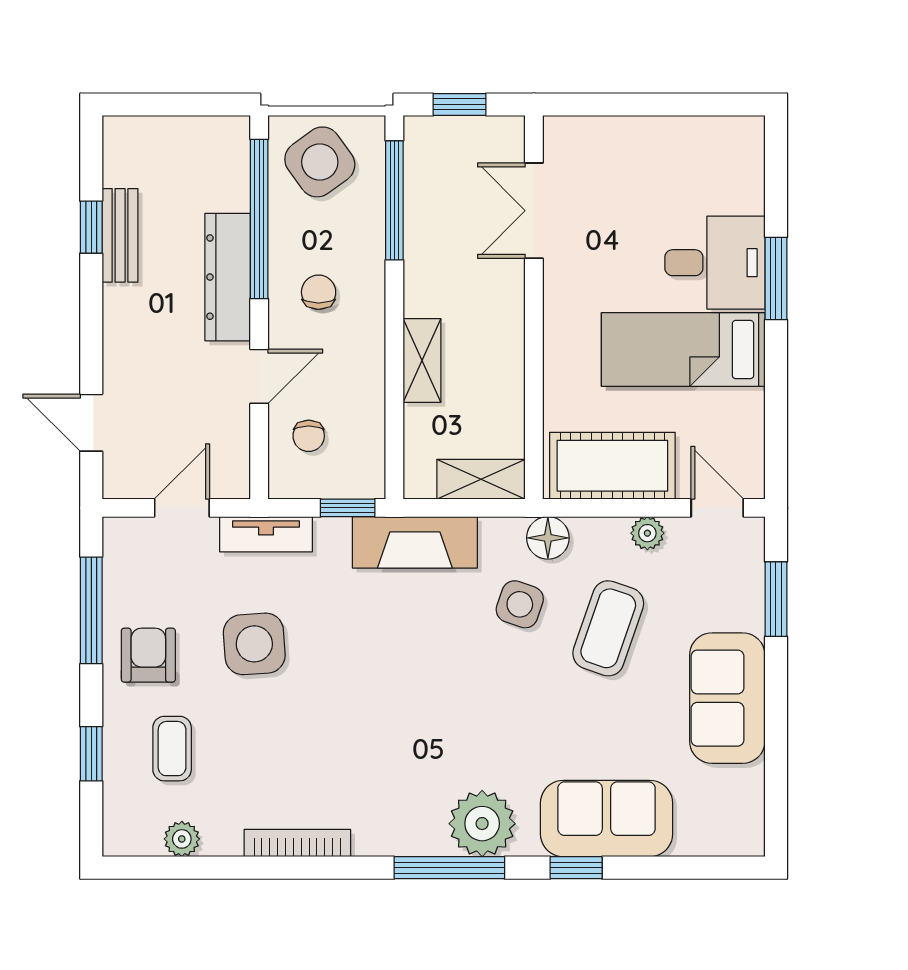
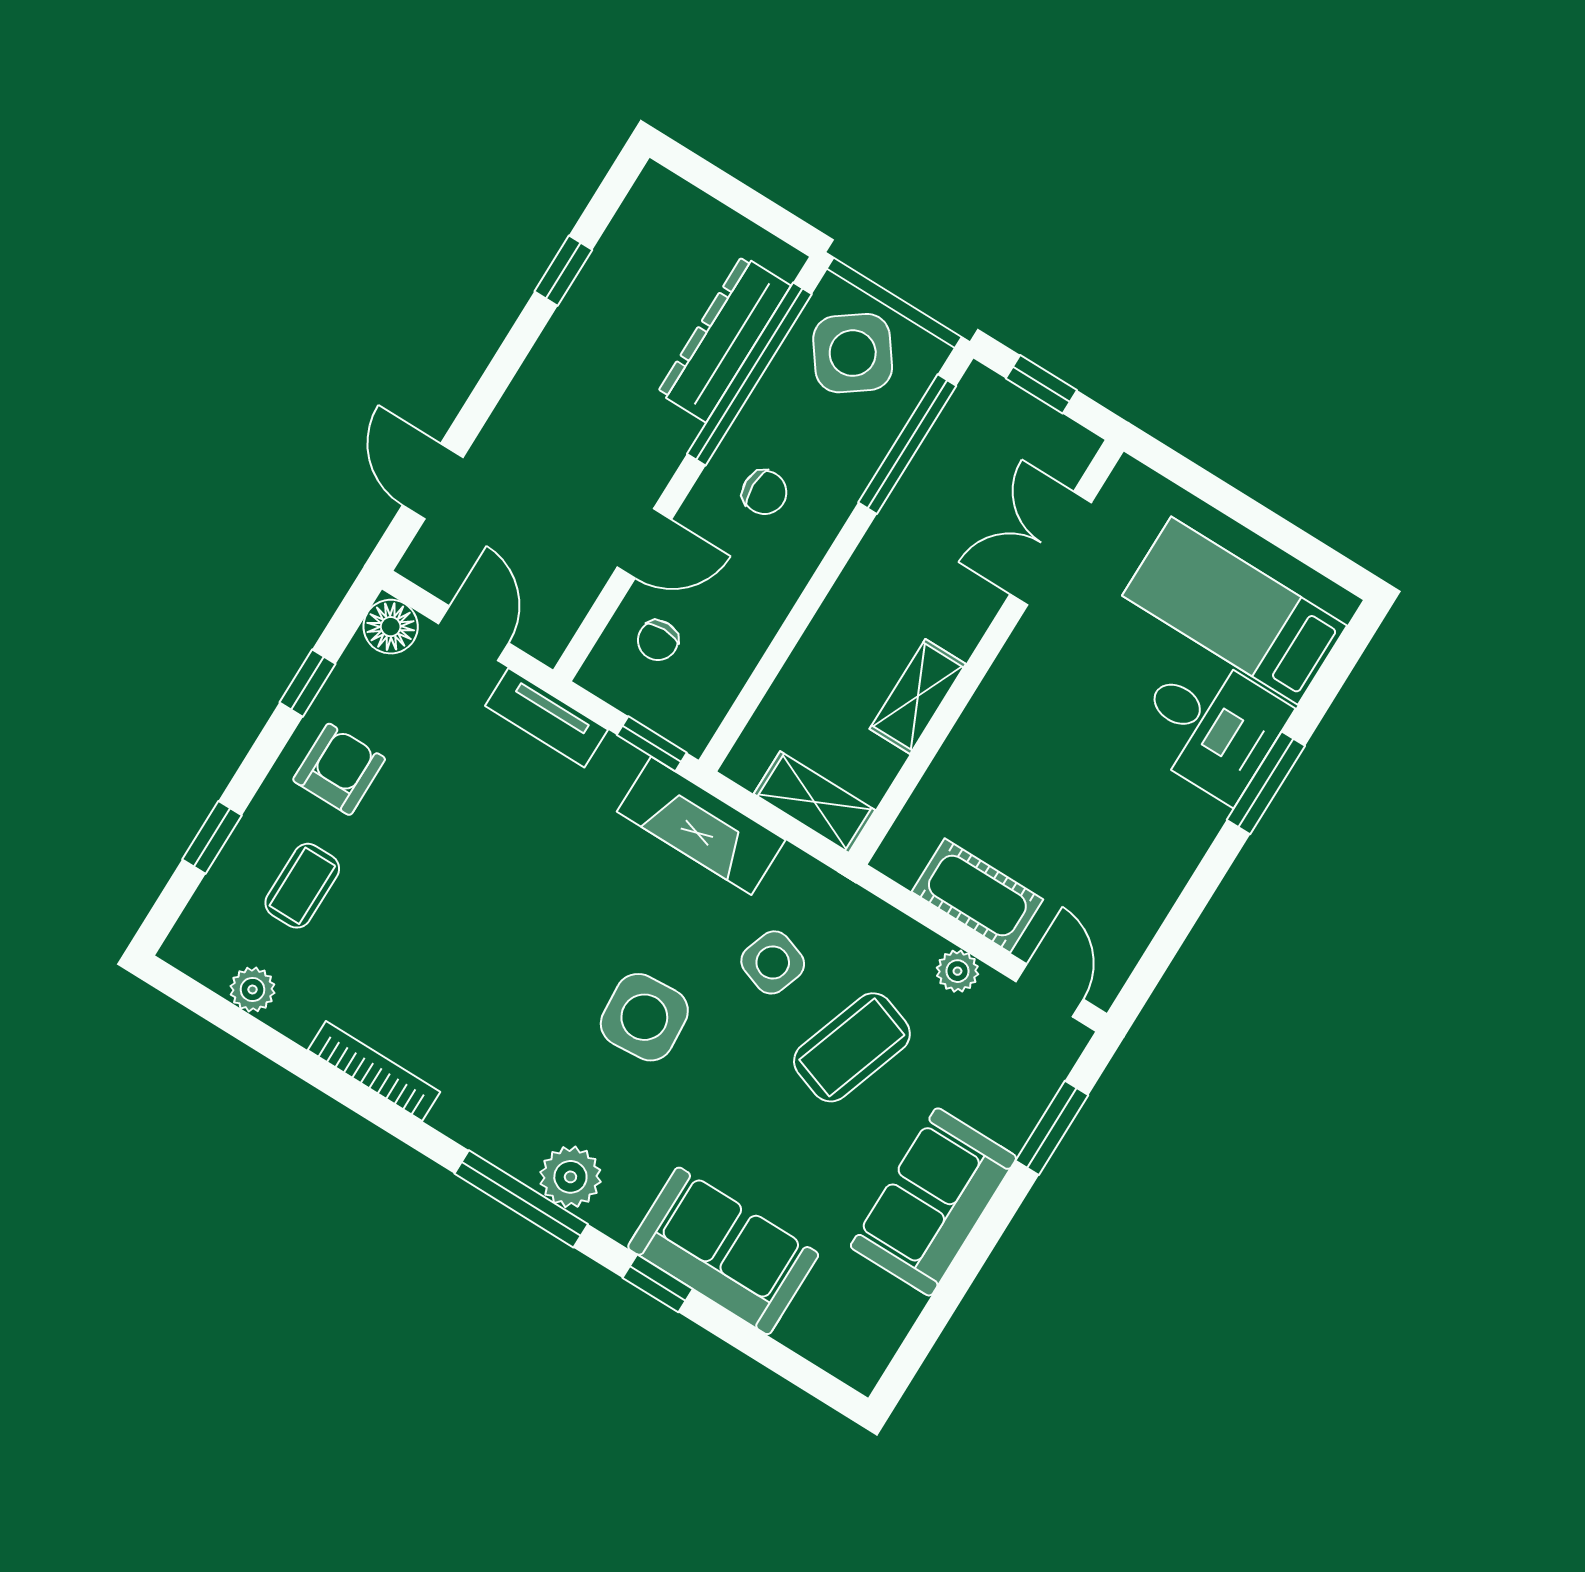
bench: (120, 235) -> (589, 299), removed
dresser: (228, 277) -> (724, 339), moved
chair: (319, 292) -> (764, 492), turned 90
bed: (683, 350) -> (1235, 611), moved
shelving: (422, 360) -> (918, 696), moved
cot: (612, 466) -> (977, 896), width x0.73, depth x0.75
door: (182, 508) -> (473, 633), hinge flipped
floor lamp: (548, 538) -> (391, 627), moved
window: (91, 610) -> (308, 683), width x0.46
side table: (254, 644) -> (644, 1017), moved
plant: (482, 824) -> (570, 1177), width x0.73, depth x0.73

